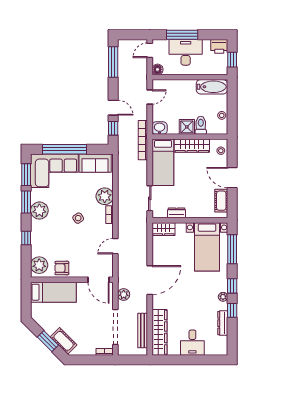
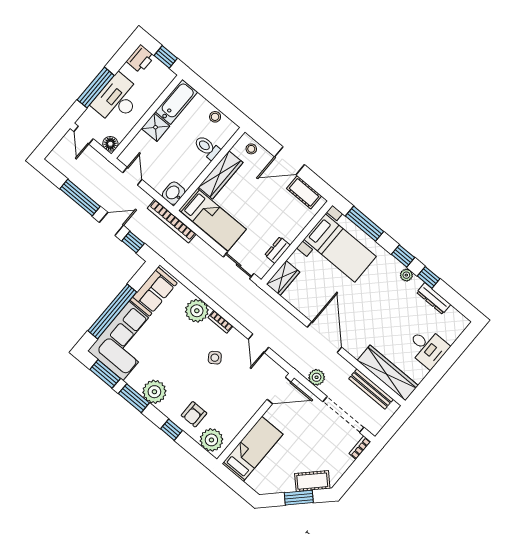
window: (113, 62) -> (80, 198), moved
shower: (187, 127) -> (155, 127), moved
side table: (78, 218) -> (215, 358), moved
armchair: (62, 268) -> (194, 414), moved

